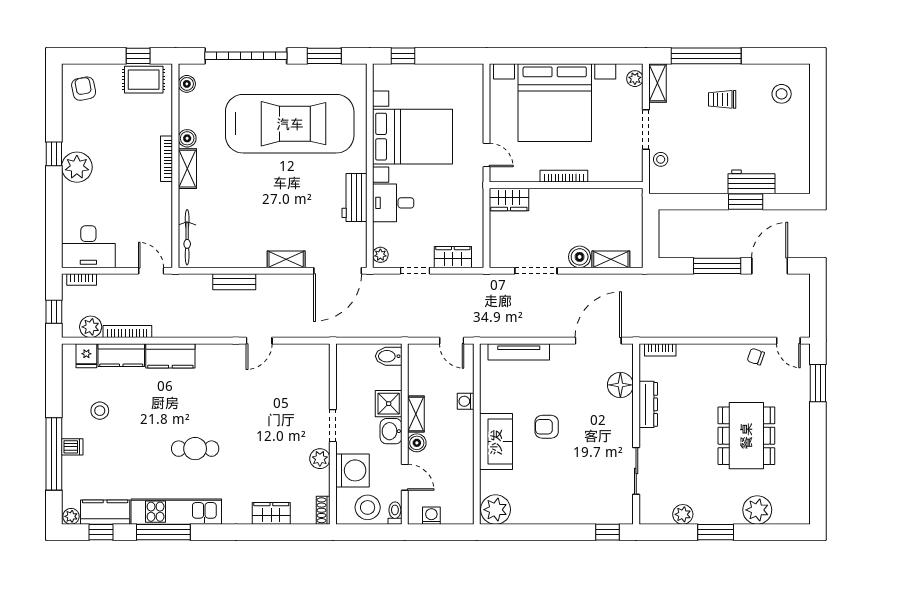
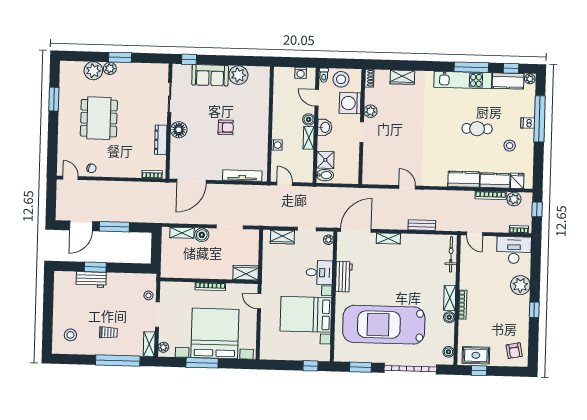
window: (574, 56) -> (202, 363), added
plant: (77, 167) -> (520, 285), moved
door: (259, 341) -> (407, 187), hinge flipped
window: (818, 383) -> (54, 99), moved
floor lamp: (620, 385) -> (179, 130), moved
shower: (389, 404) -> (325, 160), moved
sofa: (496, 442) -> (210, 75), moved, turned -90
cafe table: (195, 449) -> (477, 129), moved
plant: (496, 510) -> (238, 75), moved
plant: (683, 514) -> (110, 68), moved

